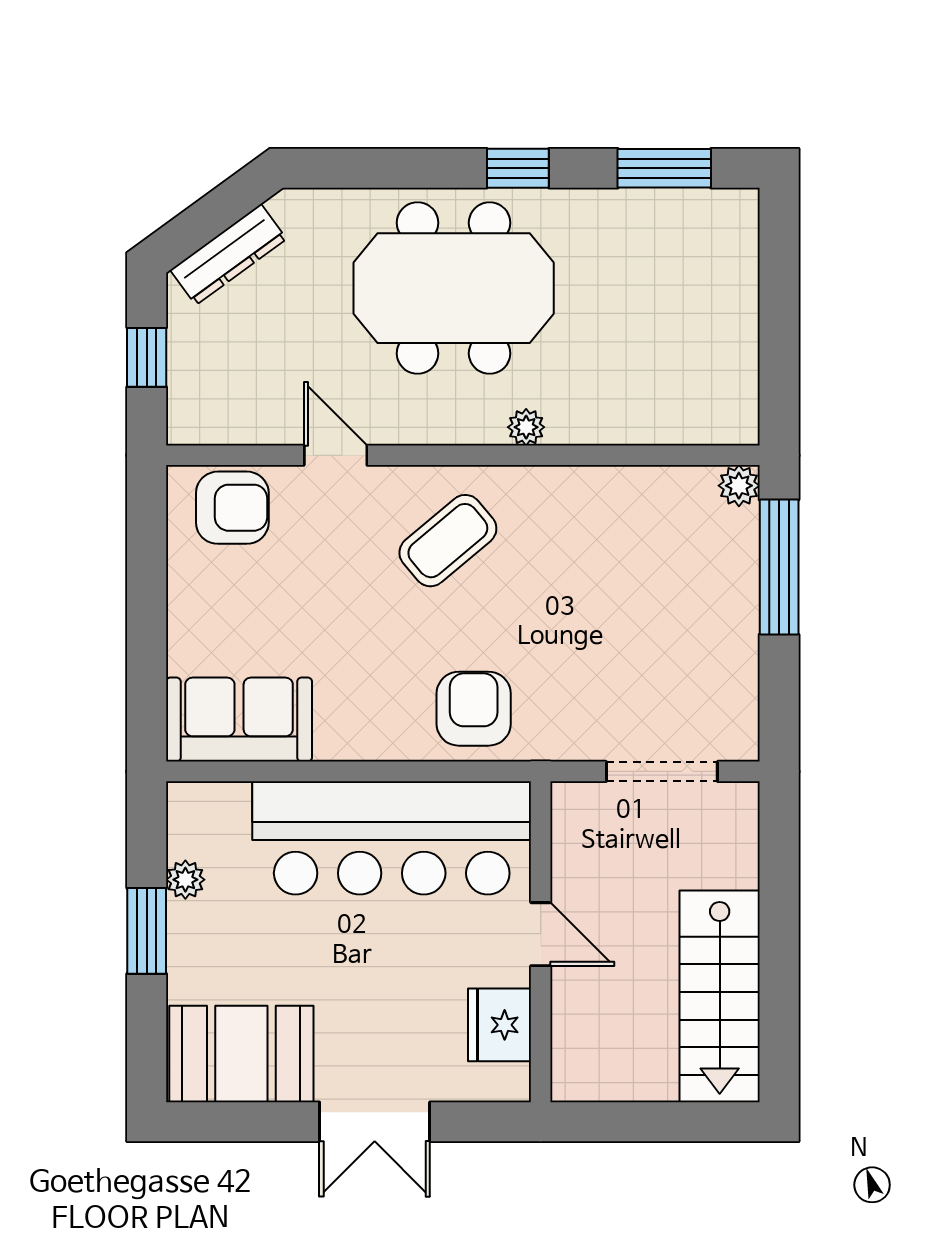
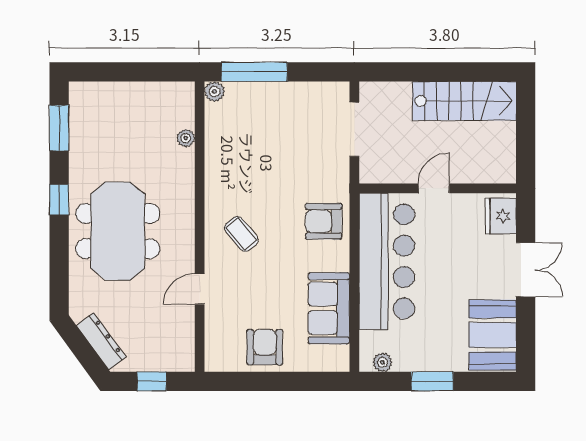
plant: (526, 427) -> (186, 138), moved
armchair: (232, 508) -> (265, 347), moved
coffee table: (448, 541) -> (241, 234), width x0.73, depth x0.77
sofa: (239, 720) -> (329, 308), moved
plant: (185, 880) -> (382, 362), moved
fridge: (500, 1025) -> (501, 216), moved, turned 90

